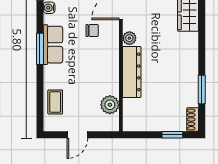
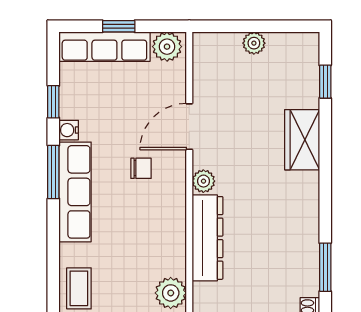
row of seats: (53, 45) -> (75, 192), width x1.48
window: (40, 49) -> (53, 172), moved

